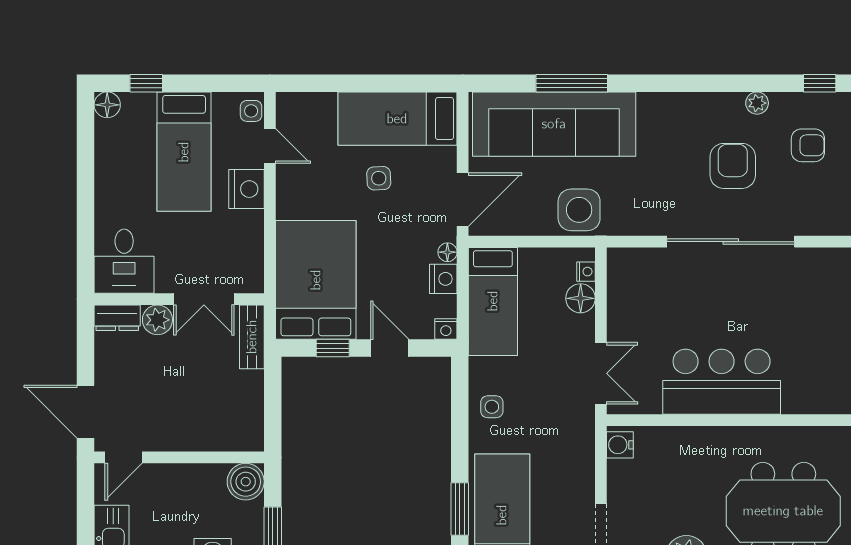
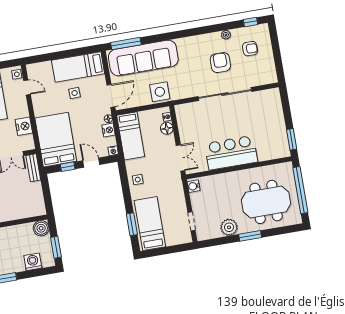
window: (572, 83) -> (126, 44), moved
nightstand: (246, 189) -> (24, 126), moved

